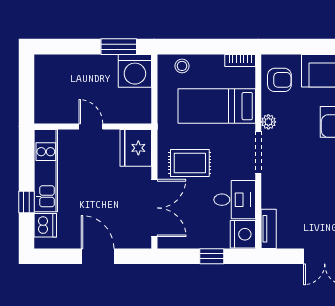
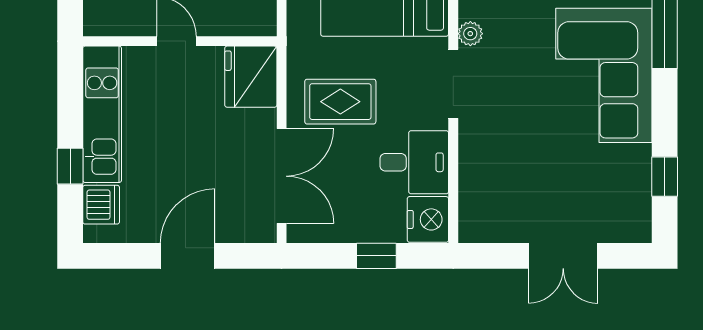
tv unit: (269, 229) -> (470, 210), removed
door: (98, 256) -> (188, 256), hinge flipped

